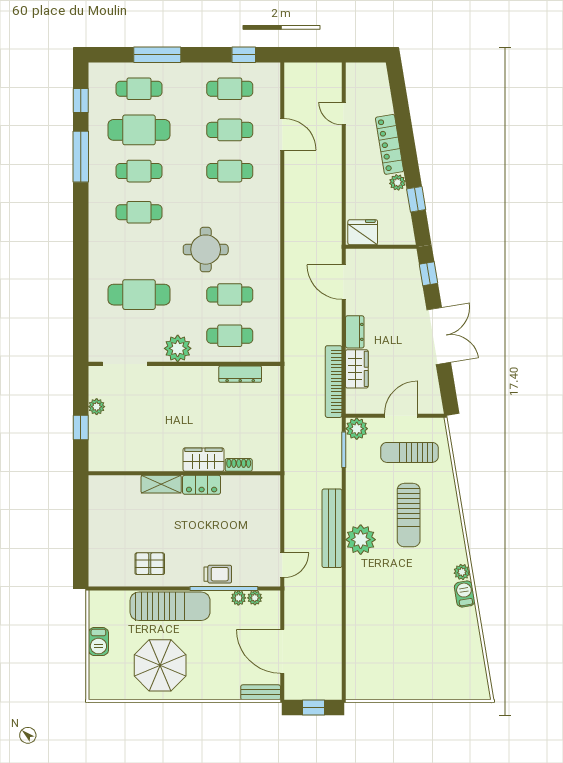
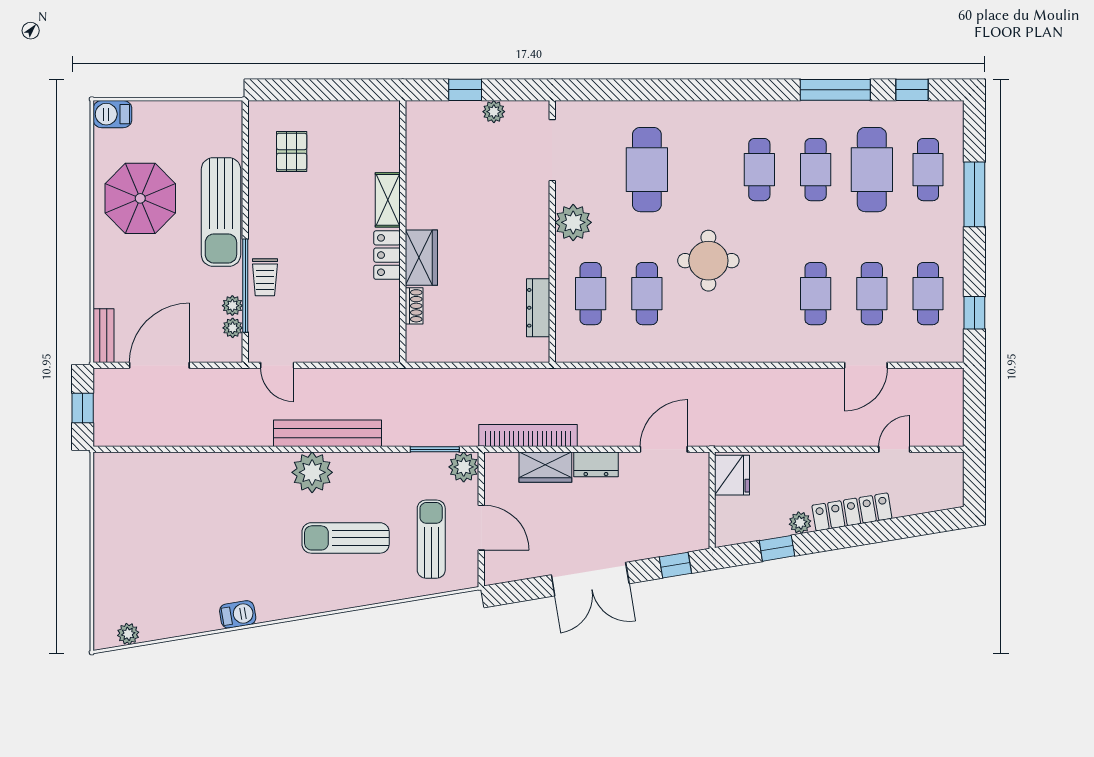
pallet: (150, 564) -> (292, 151), moved
plant: (462, 572) -> (128, 634), moved
barbecue: (98, 642) -> (112, 114), moved

